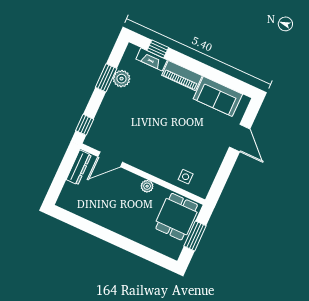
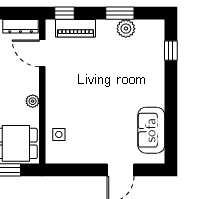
fireplace: (152, 59) -> (158, 49), removed
piano: (182, 76) -> (76, 28), moved, turned -90

